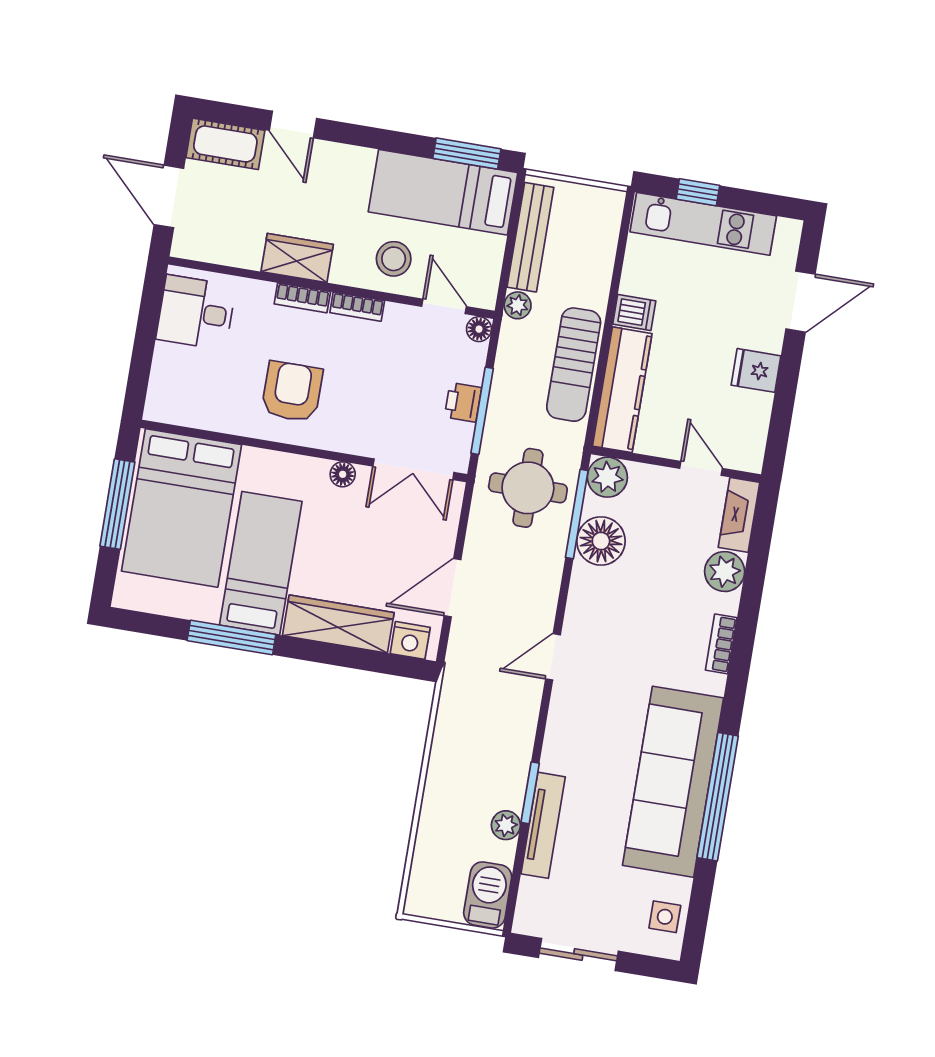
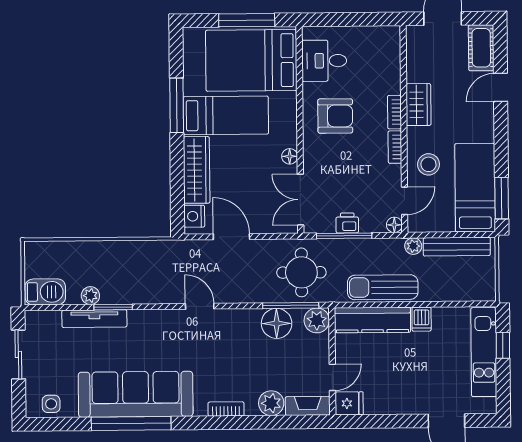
desk: (196, 312) -> (324, 61), moved, turned -90
fridge: (756, 370) -> (349, 403), moved, turned 90

